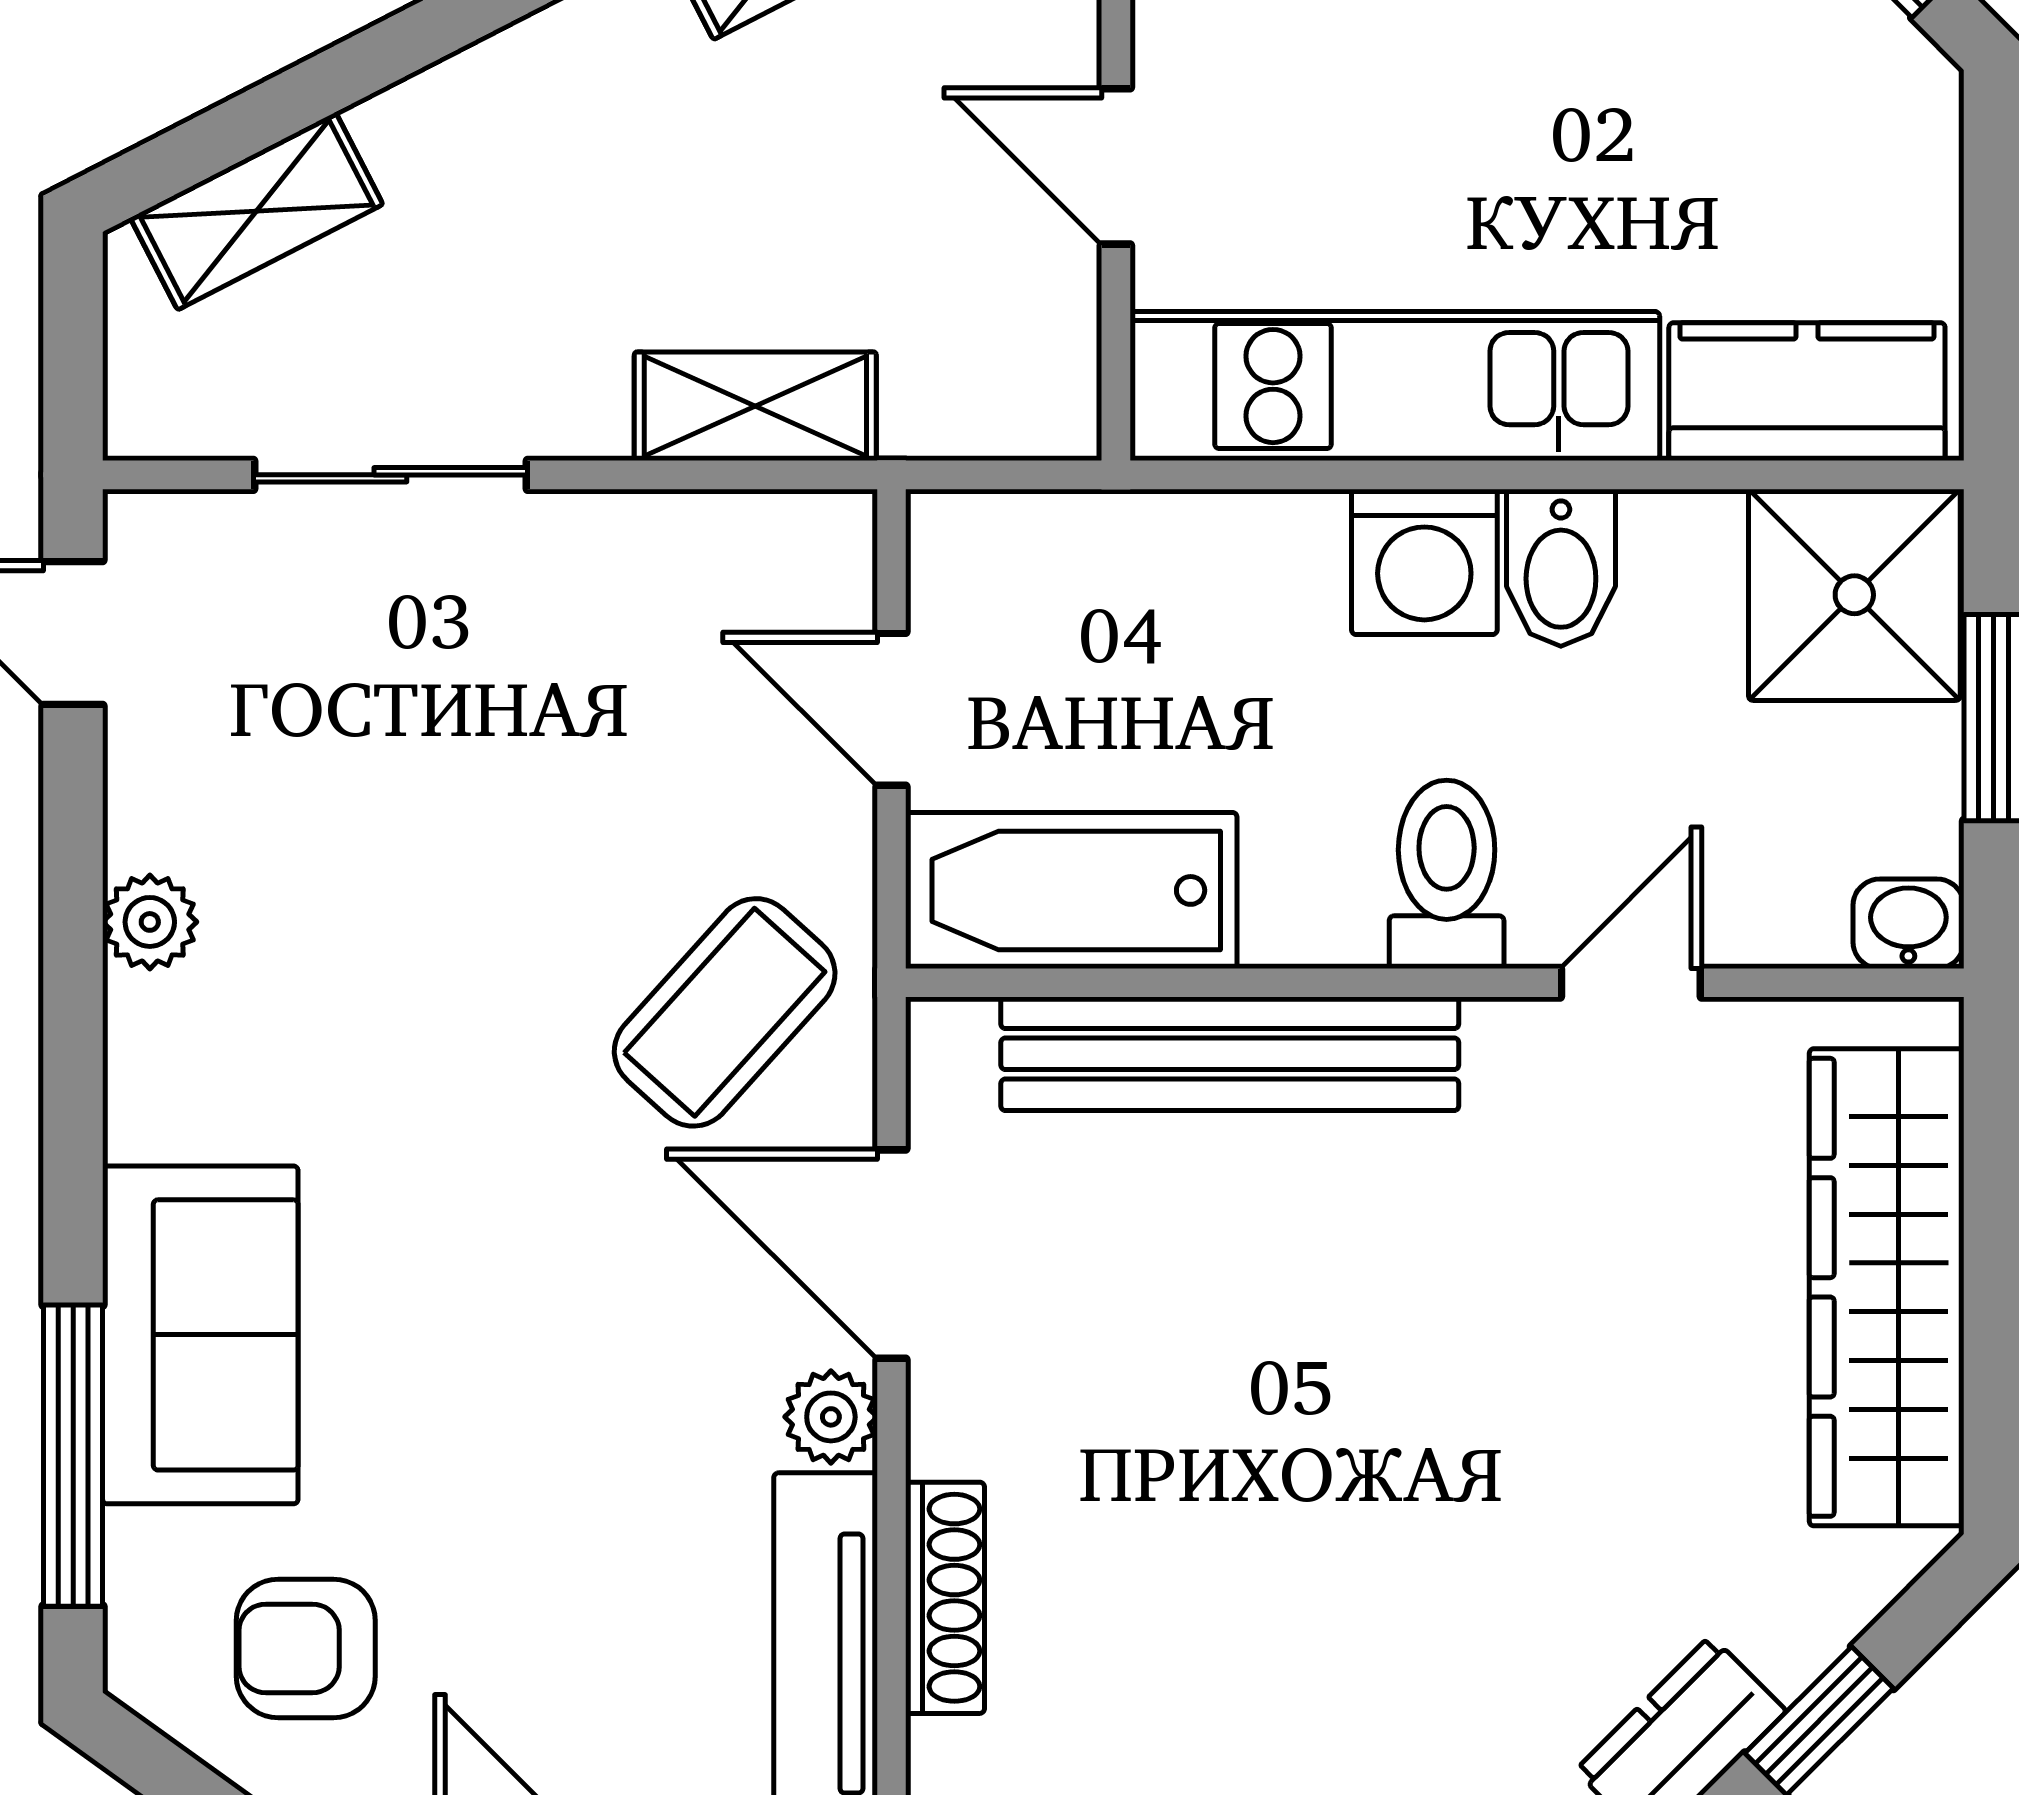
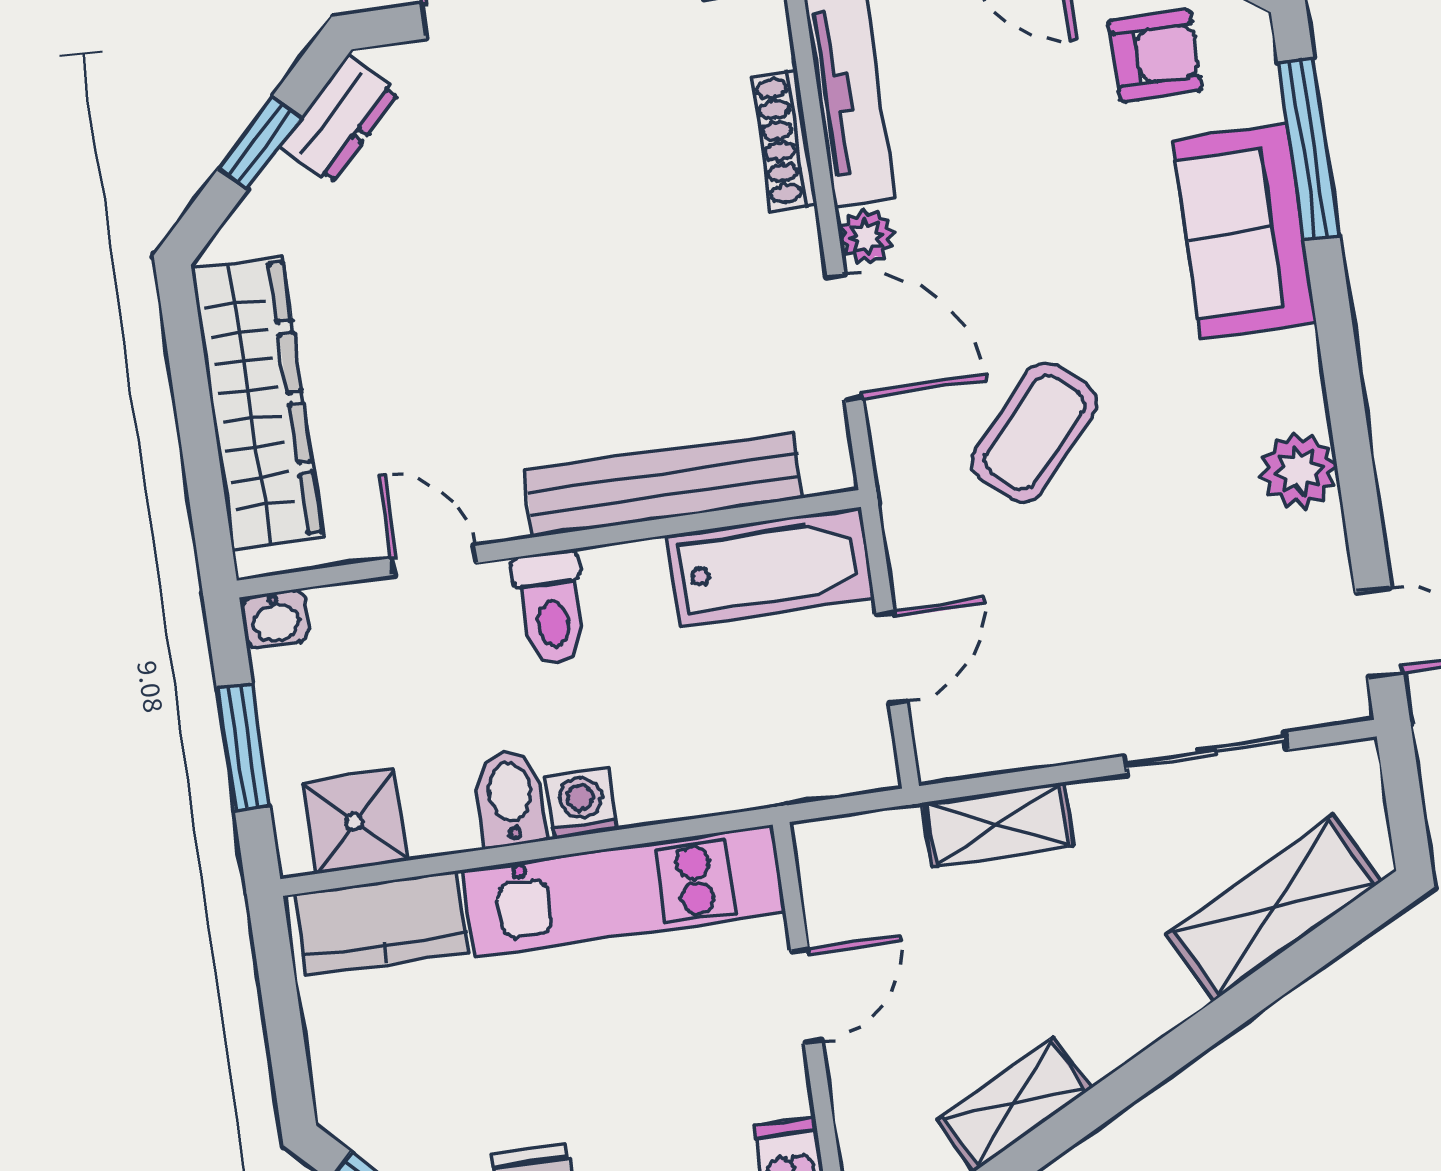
door: (1116, 166) -> (806, 996), hinge flipped
shelving: (257, 211) -> (1274, 908), width x1.50, depth x1.33
washing machine: (1424, 562) -> (581, 804), width x0.73, depth x0.73
shower: (1854, 595) -> (355, 822), width x0.73, depth x0.73
door: (891, 709) -> (892, 658), hinge flipped
plant: (150, 922) -> (1299, 471), width x1.38, depth x1.38
door: (1631, 983) -> (434, 561), swing flipped
coffee table: (725, 1012) -> (1035, 433), moved

